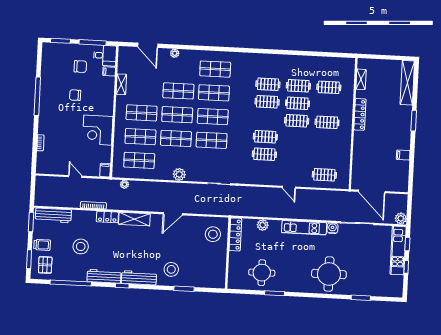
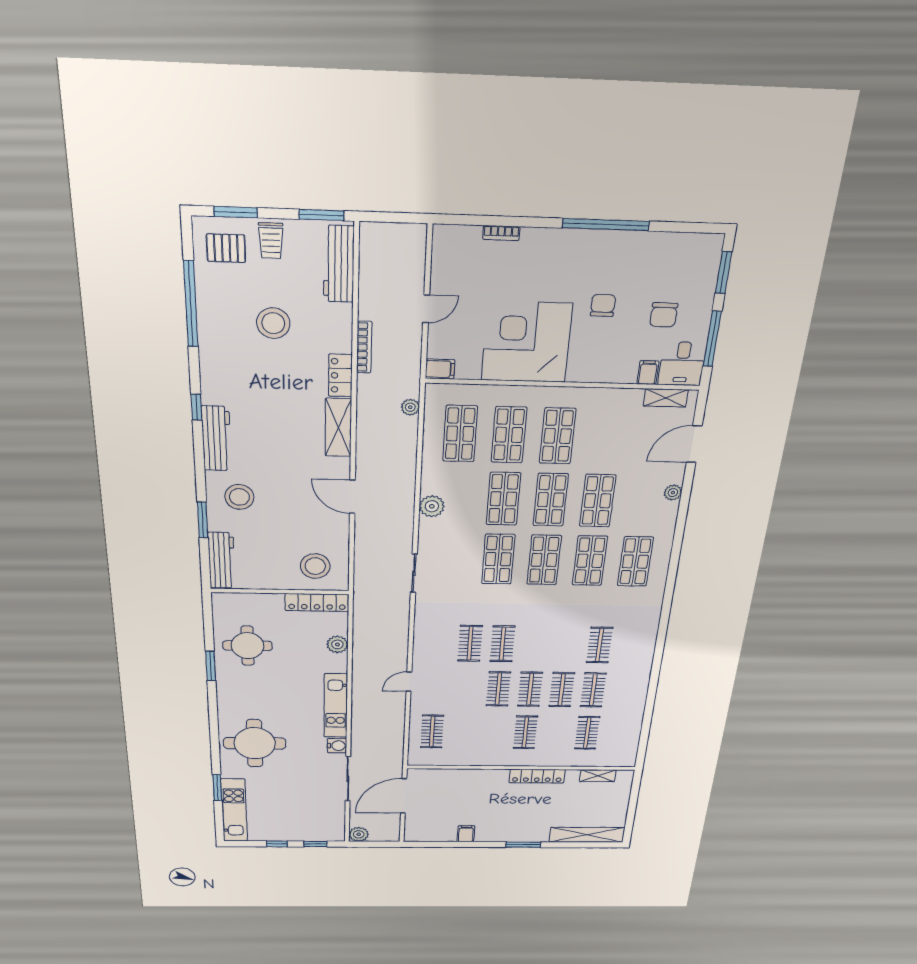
shelving: (121, 84) -> (666, 398), moved
clothes rail: (267, 102) -> (498, 689), moved
corner desk: (98, 130) -> (527, 342), width x1.36, depth x1.36
kitchen unit: (398, 250) -> (234, 810), moved, turned 90
workbench: (104, 276) -> (222, 560), moved

